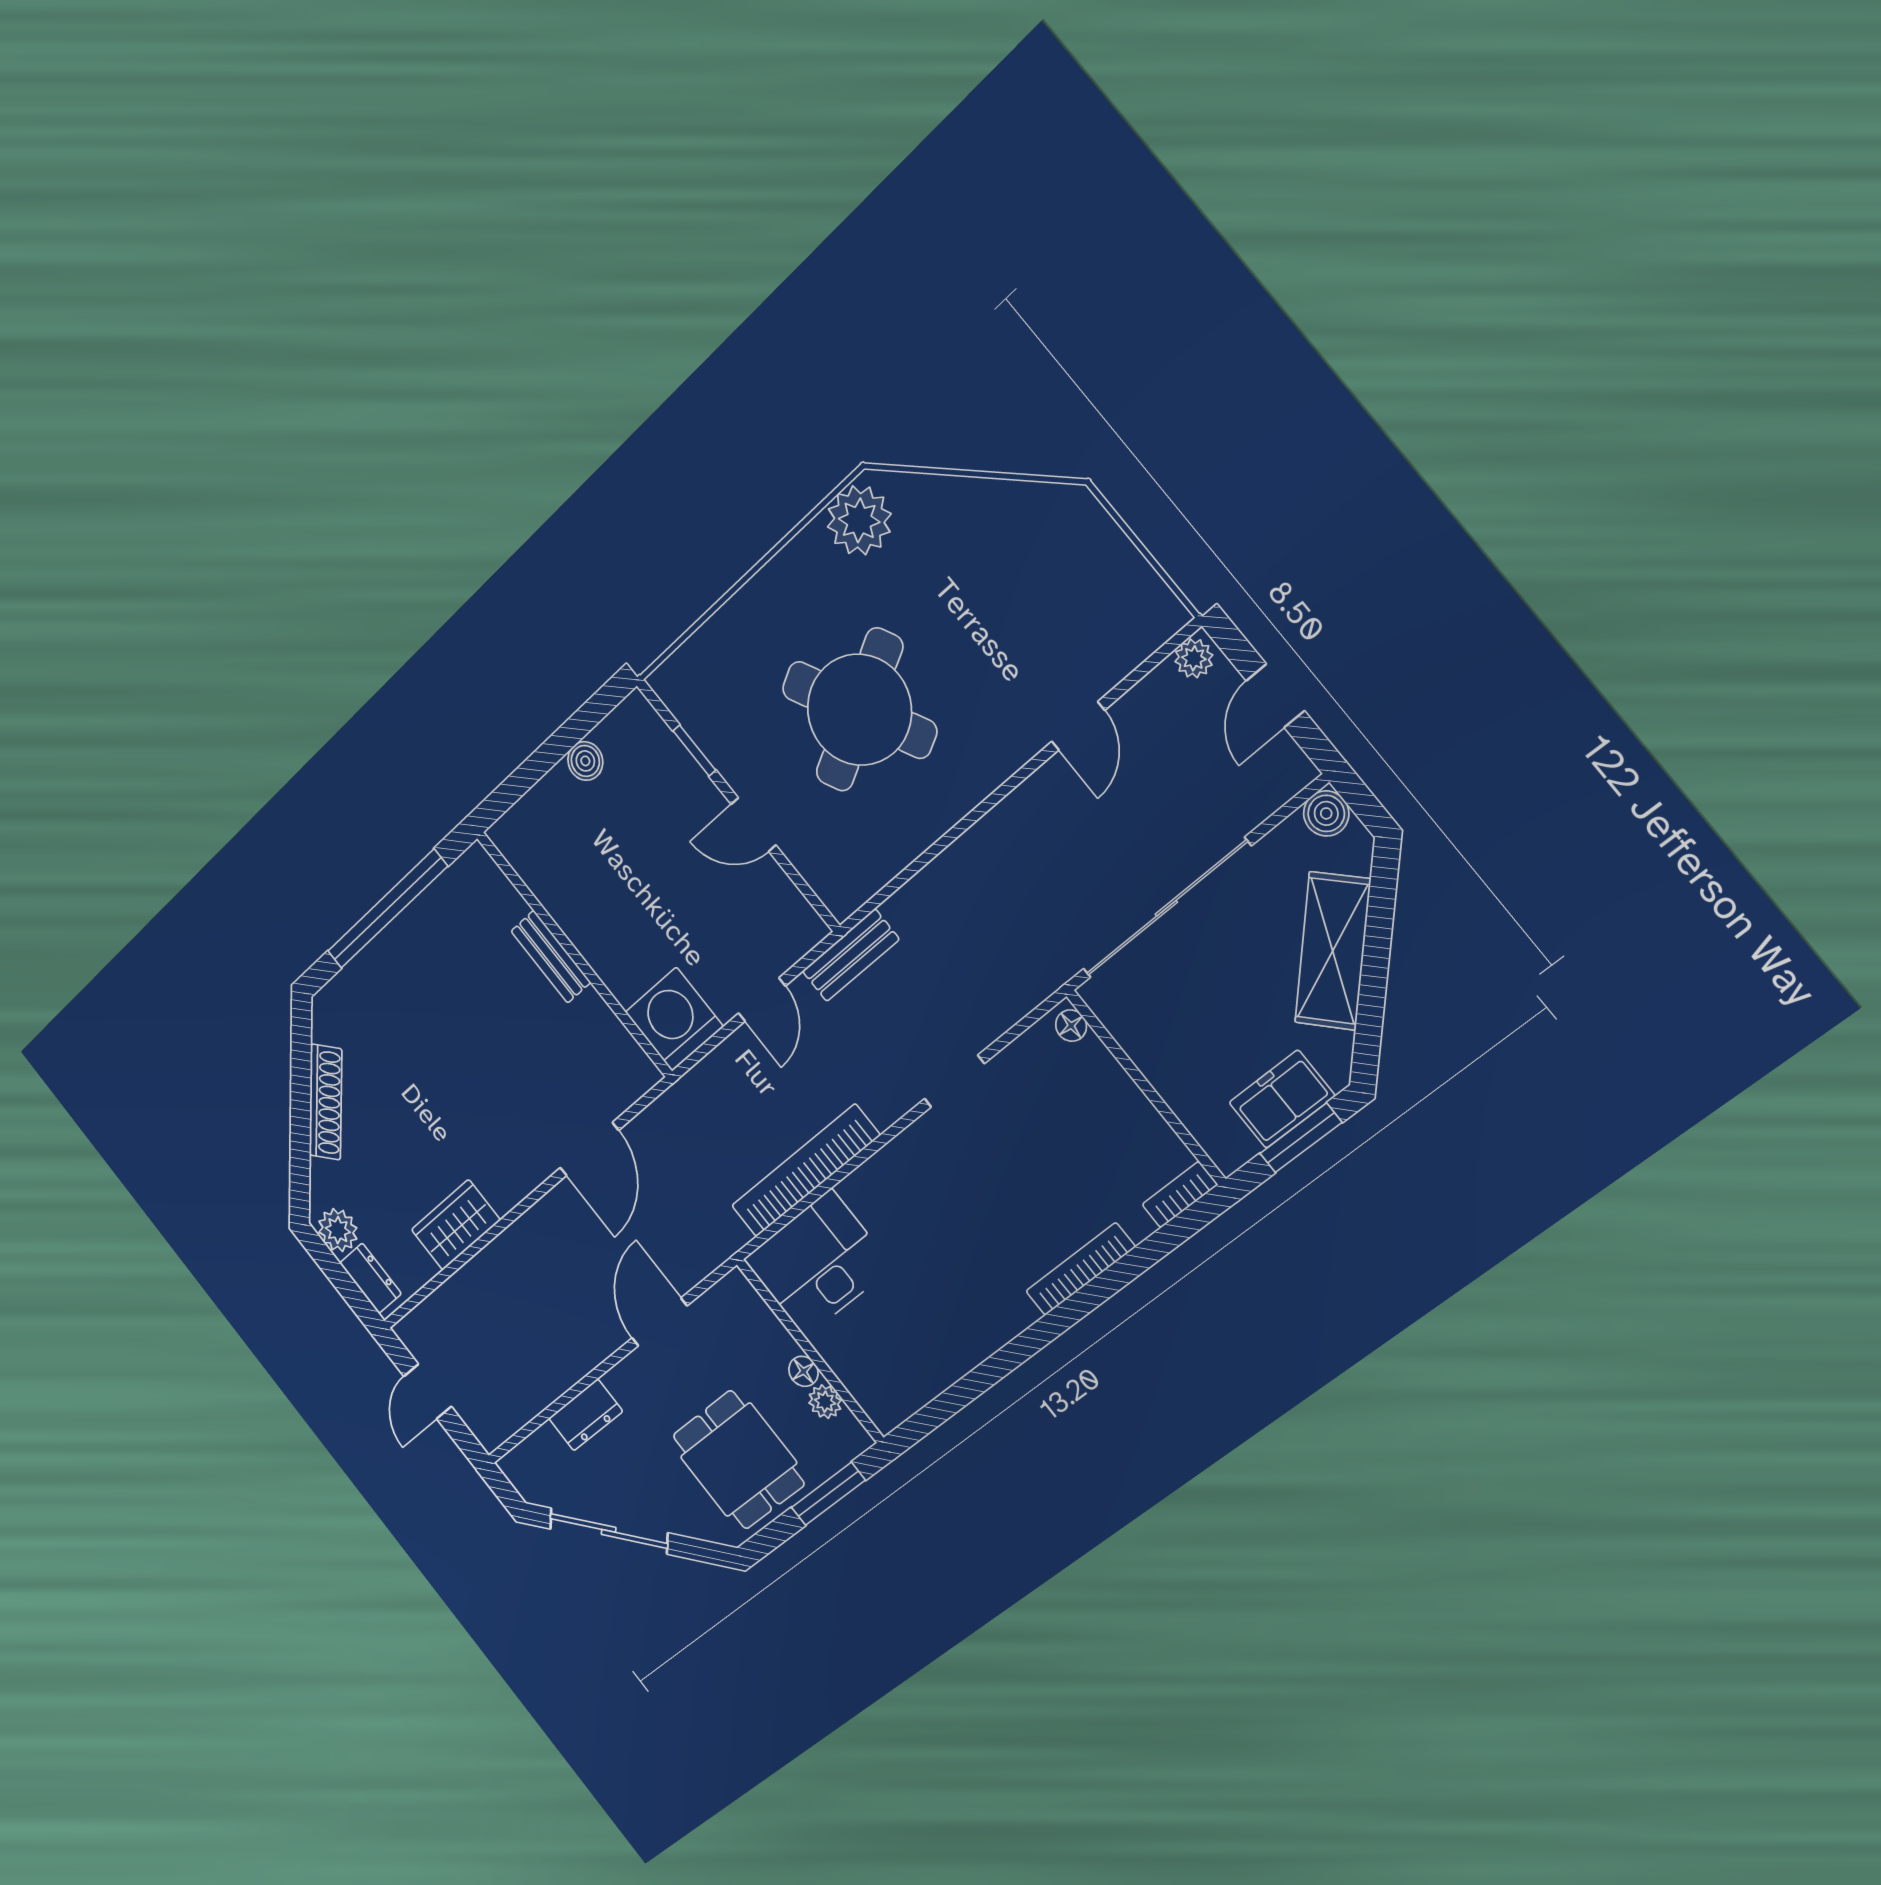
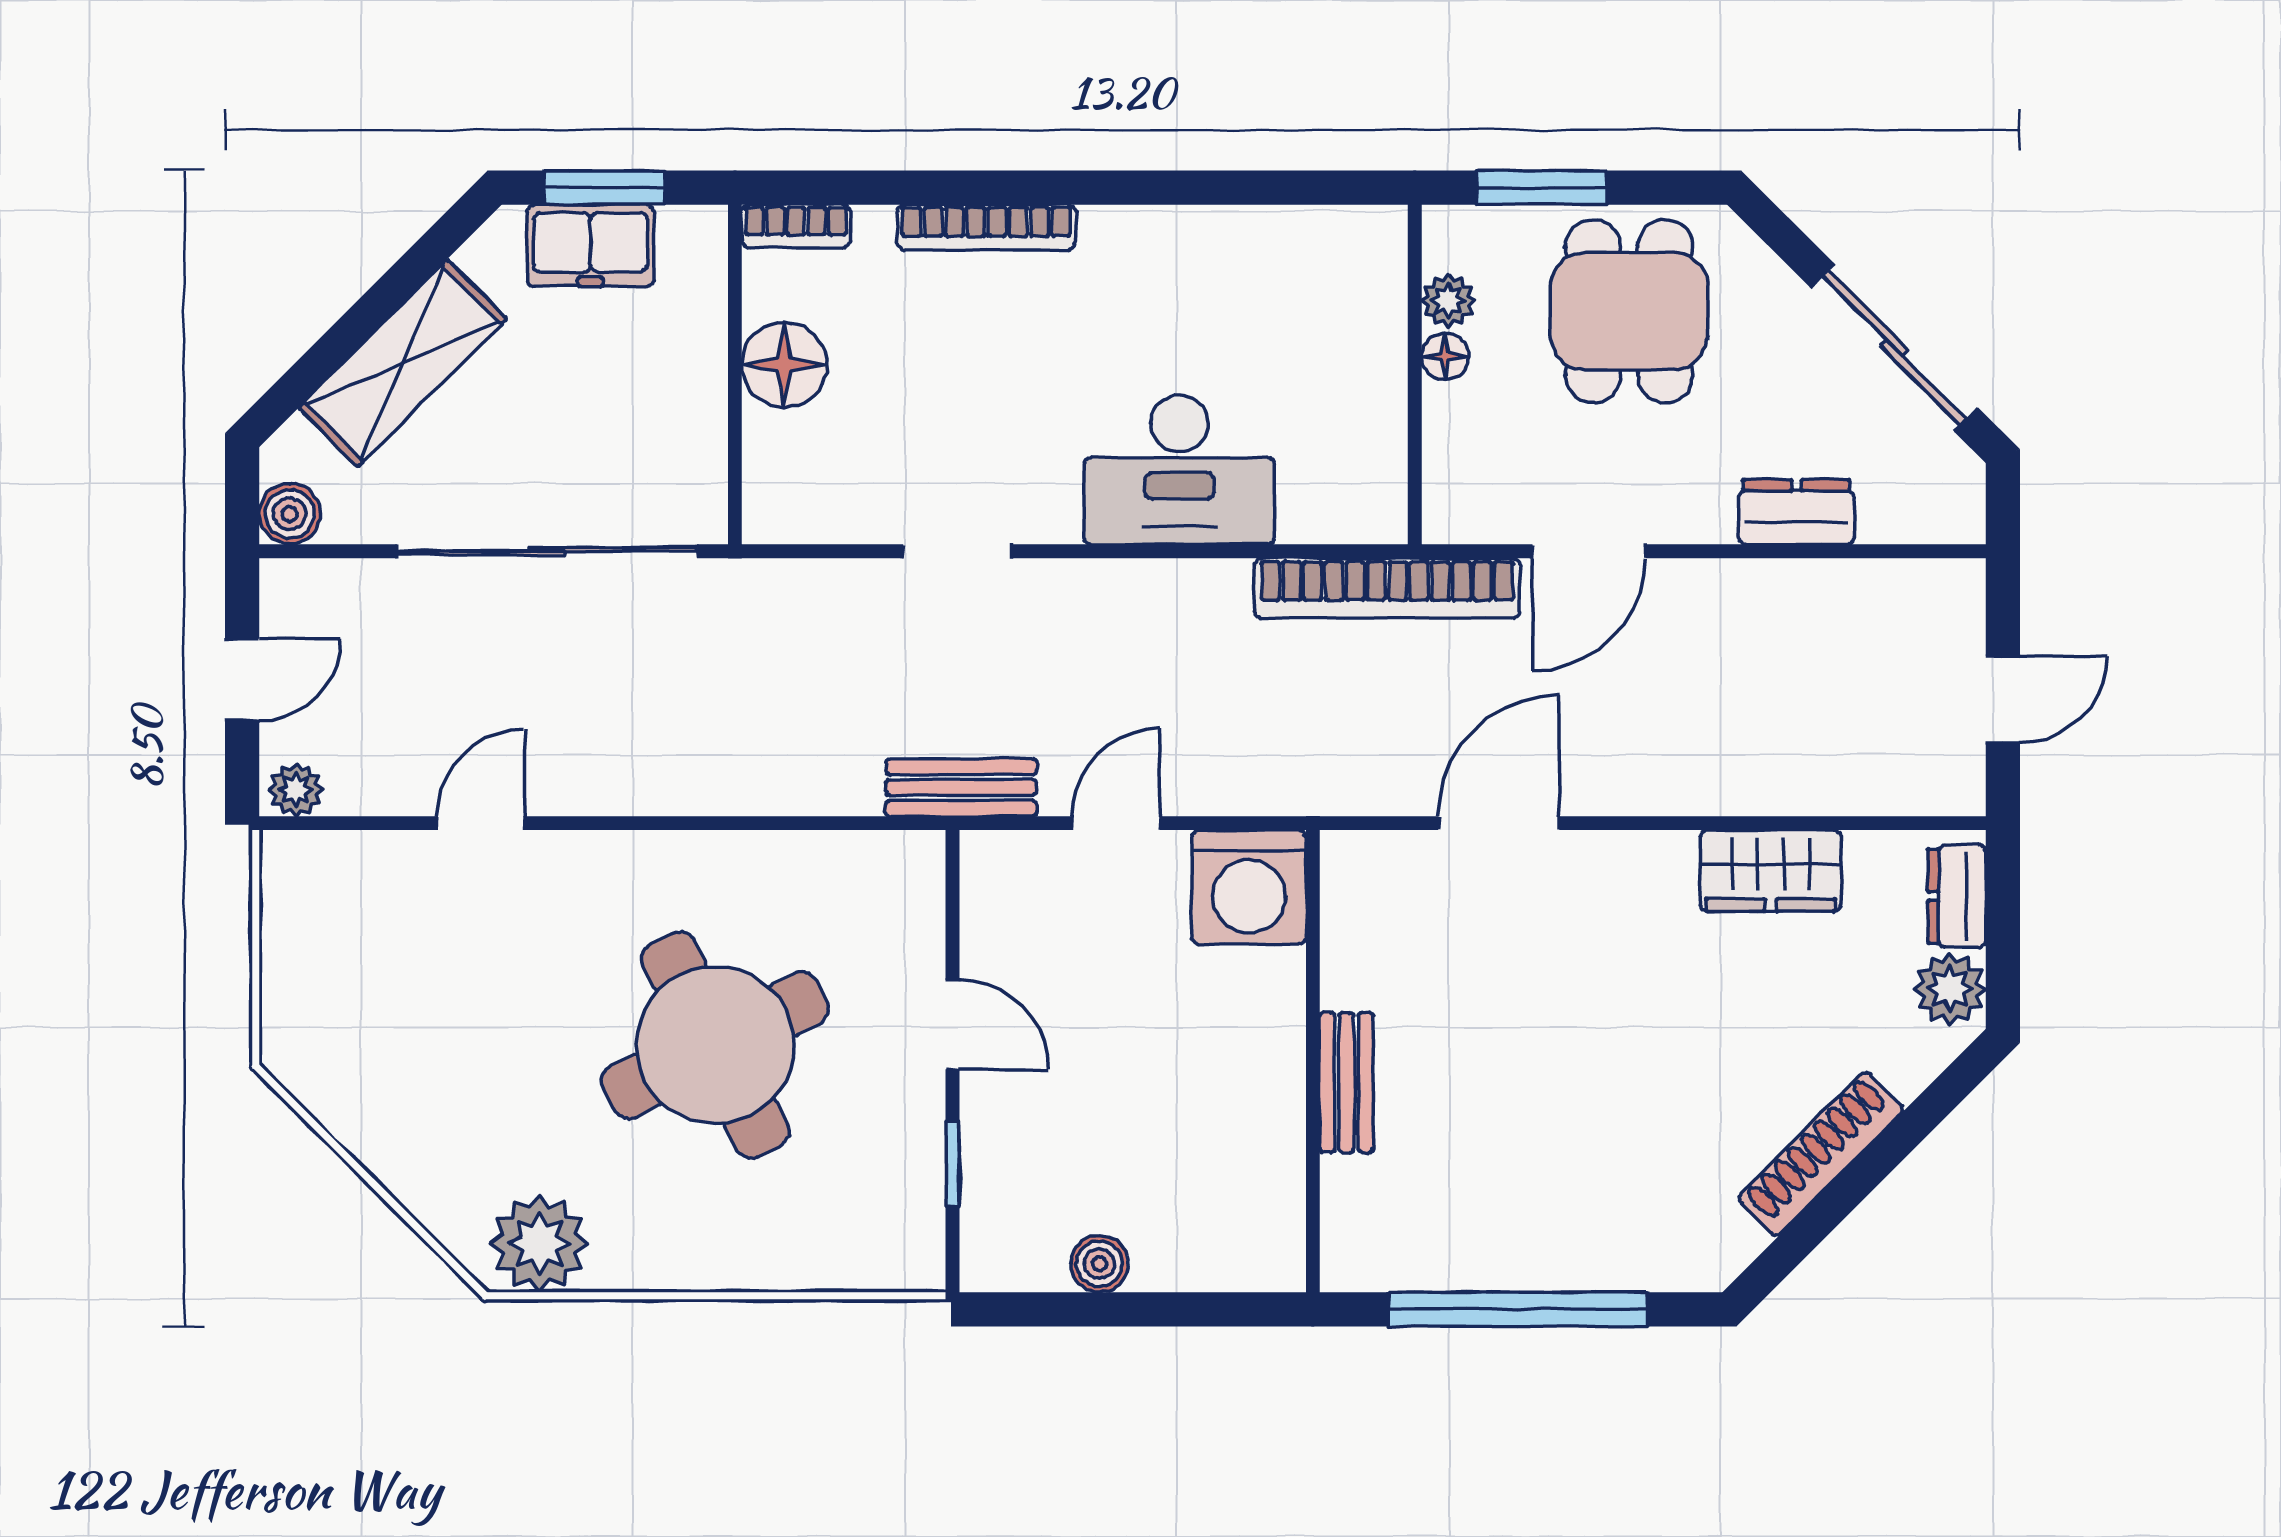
floor lamp: (1071, 1026) -> (784, 365), moved, width x1.89, depth x1.89
bookcase: (805, 1171) -> (1387, 588), moved
desk: (818, 1263) -> (1179, 470), moved

